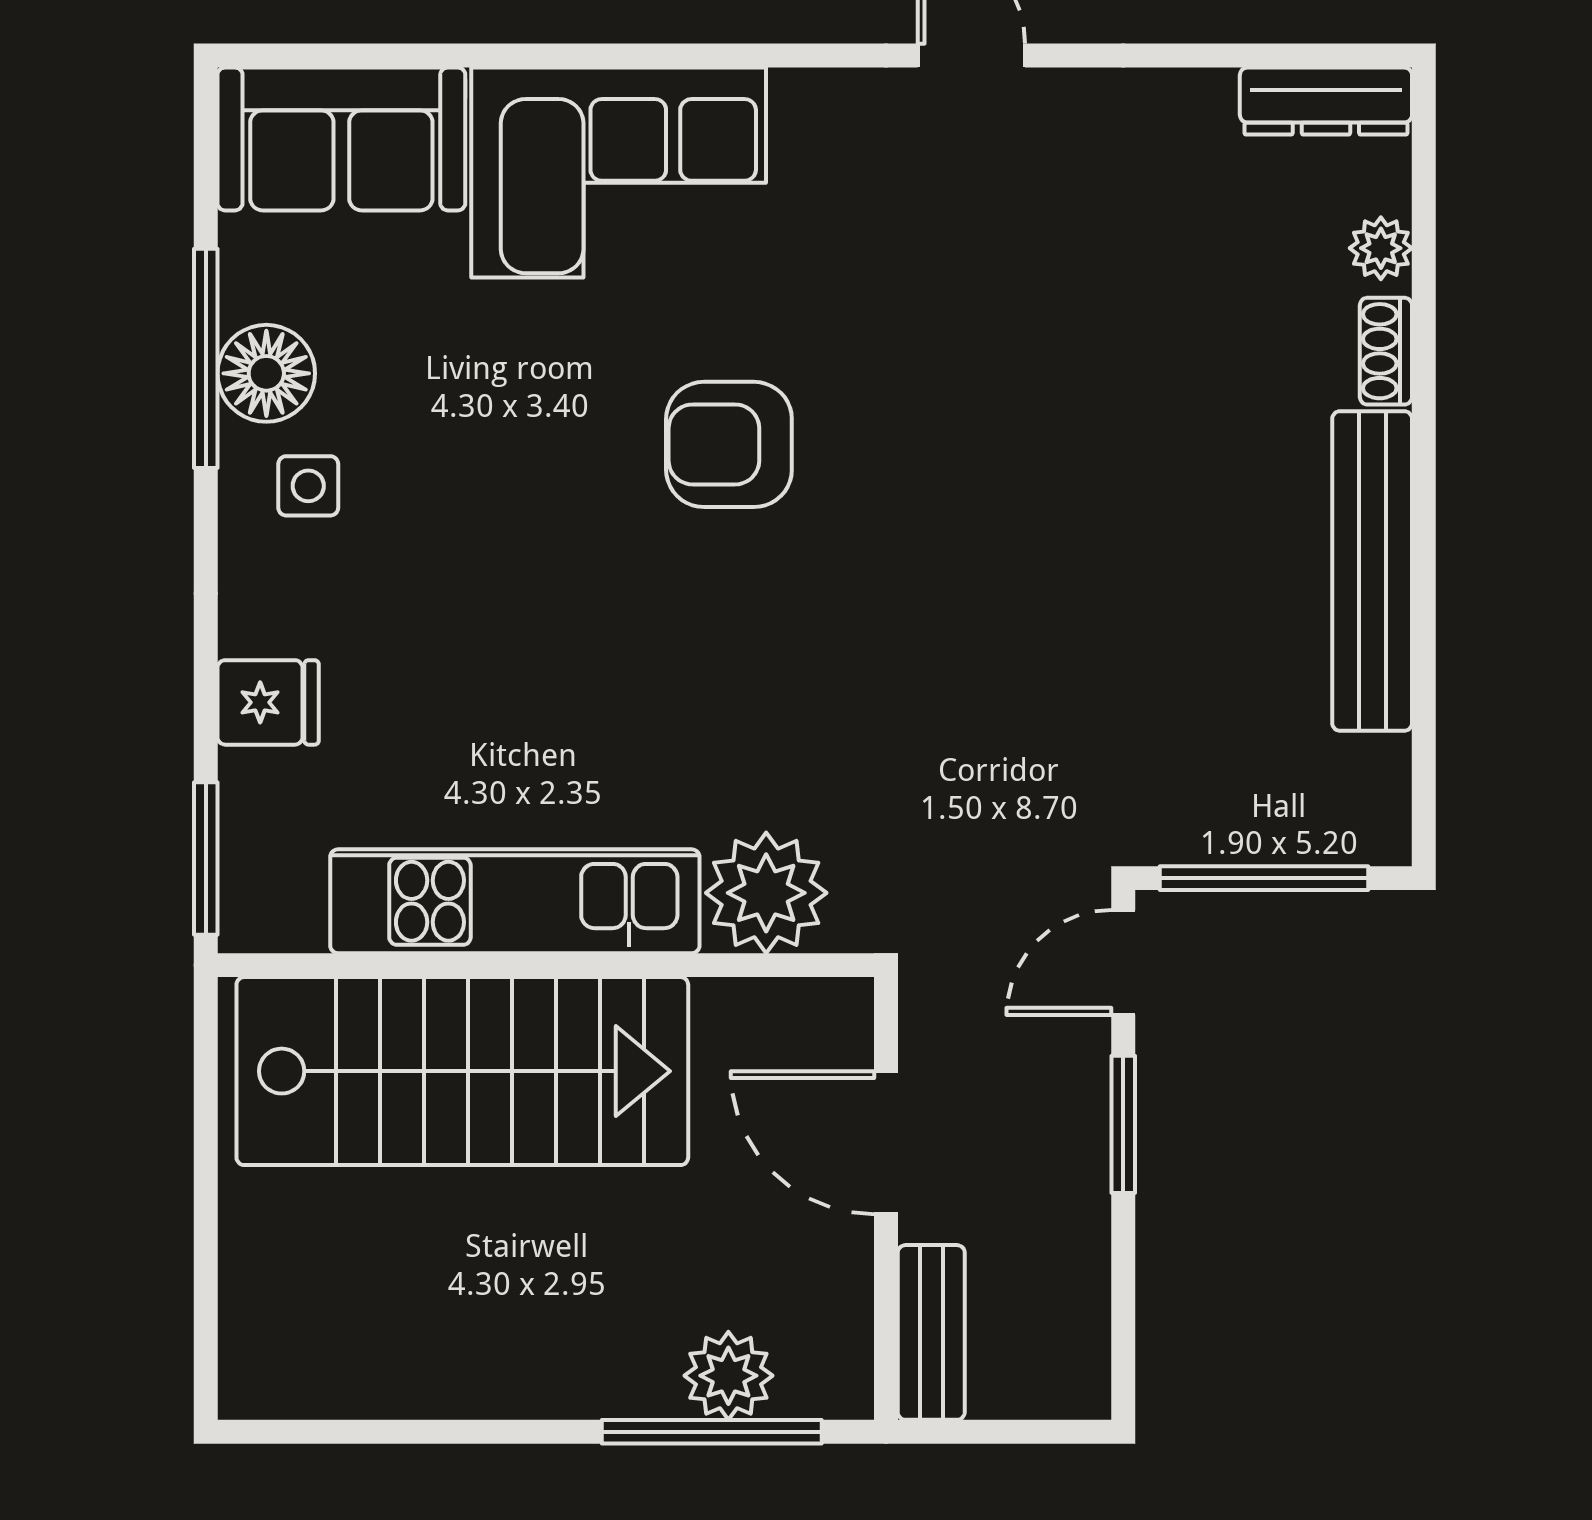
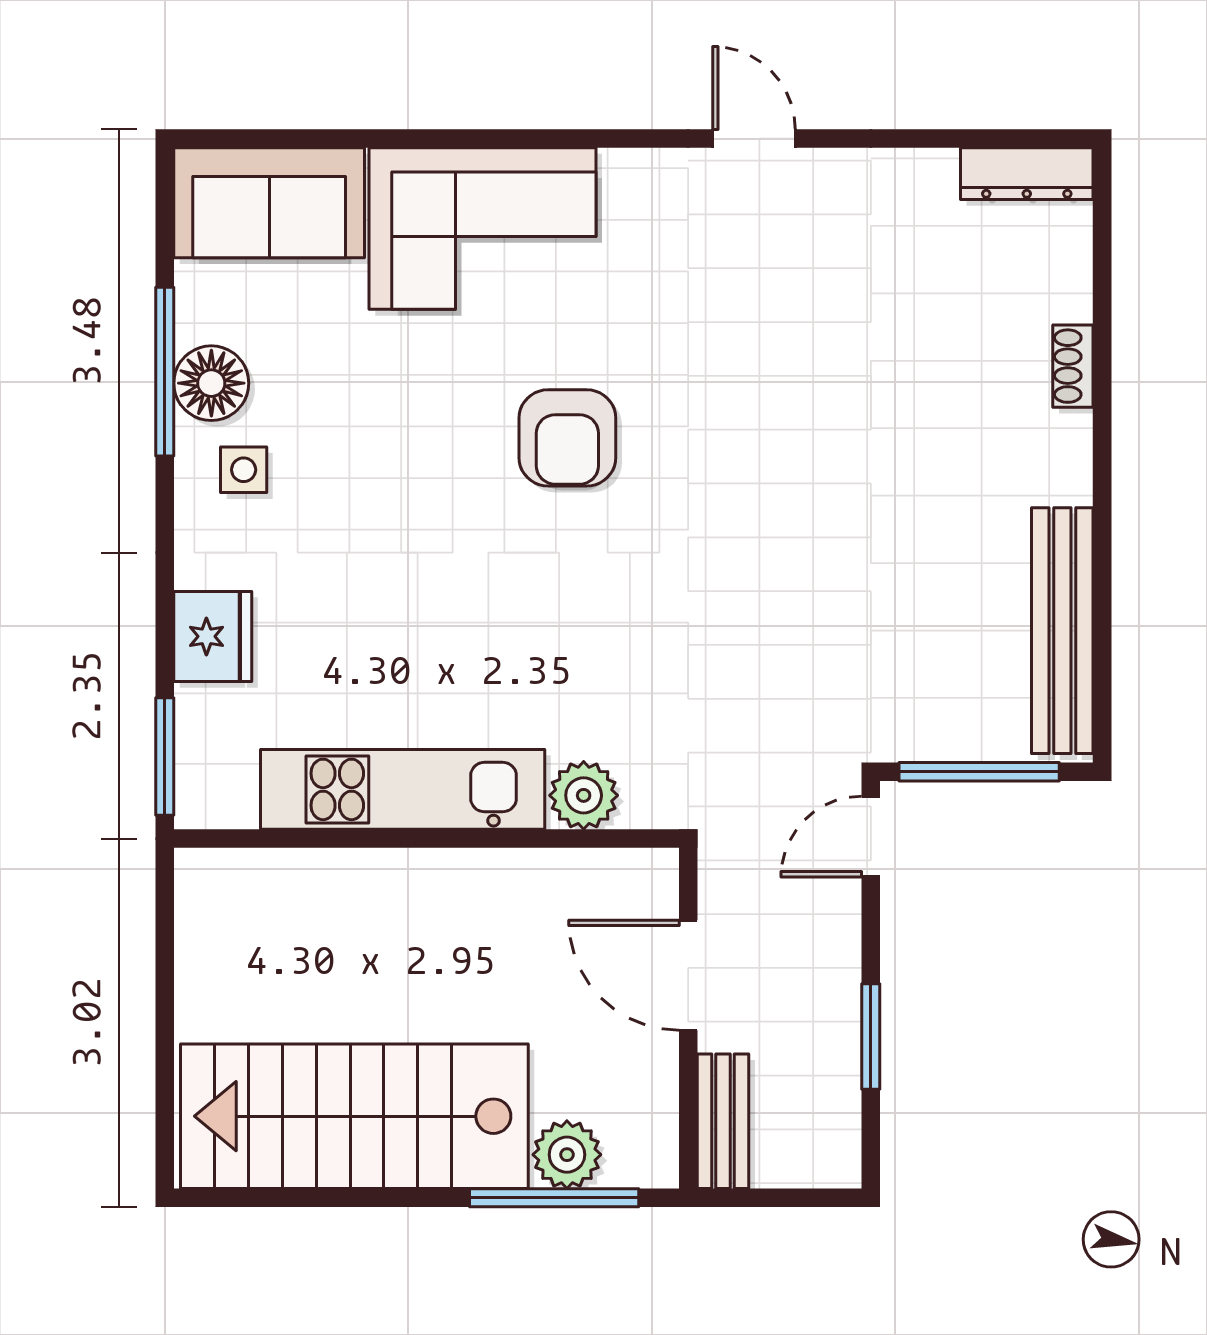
plant: (1381, 248) -> (1069, 287), removed
armchair: (729, 444) -> (567, 438), turned -90
bench: (1372, 571) -> (1062, 631), moved
fridge: (268, 702) -> (213, 636), width x1.38
plant: (766, 893) -> (584, 795), width x0.73, depth x0.73
stairs: (462, 1071) -> (354, 1116), moved, turned 180
window: (1123, 1124) -> (871, 1036), moved

